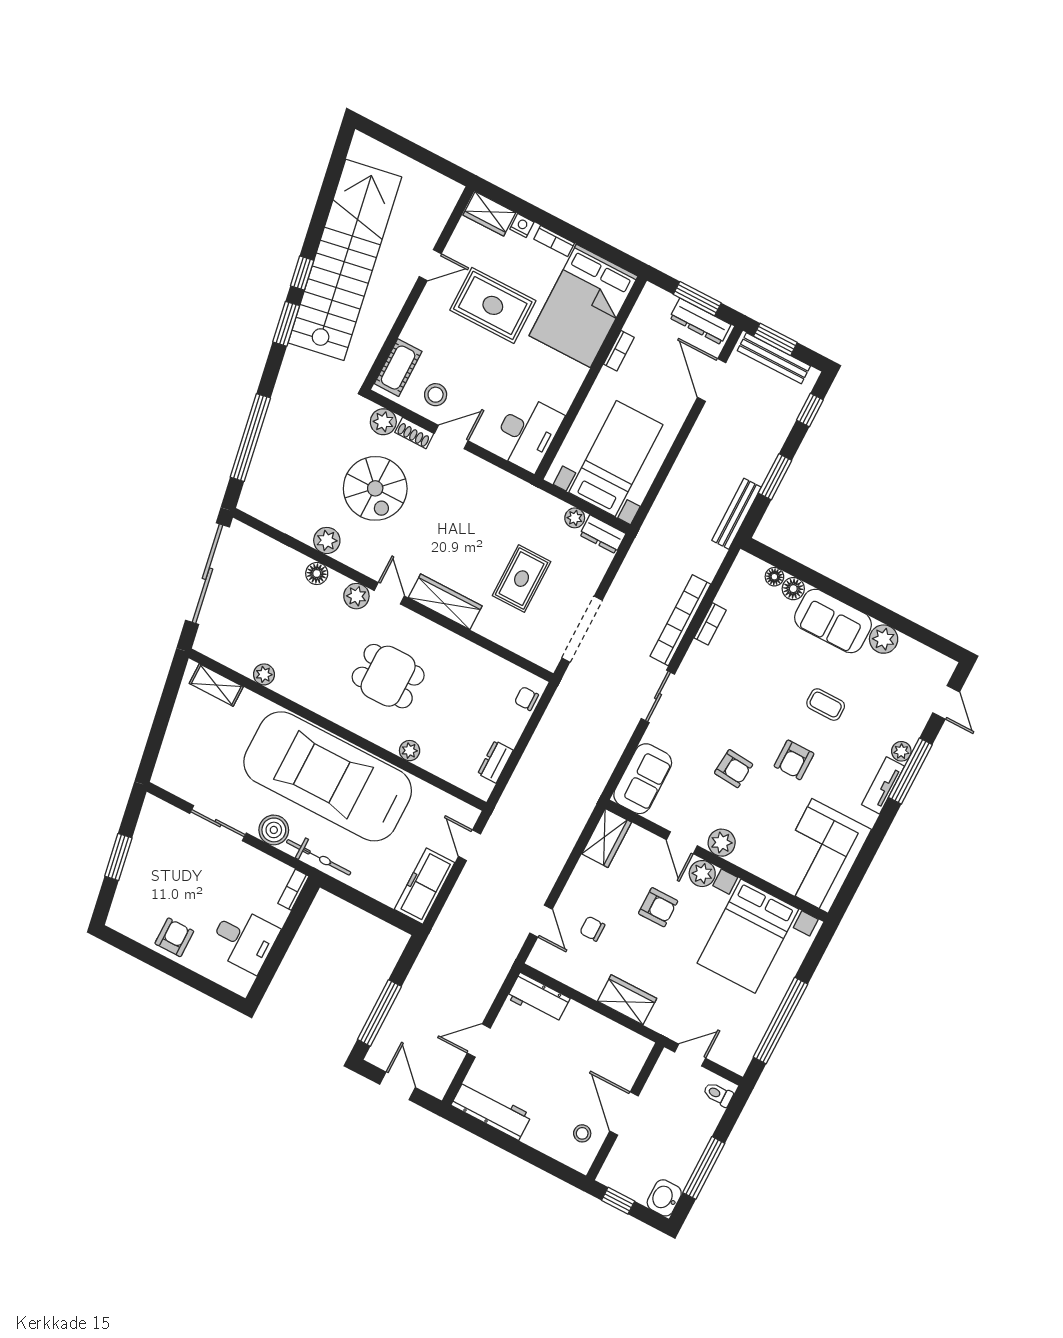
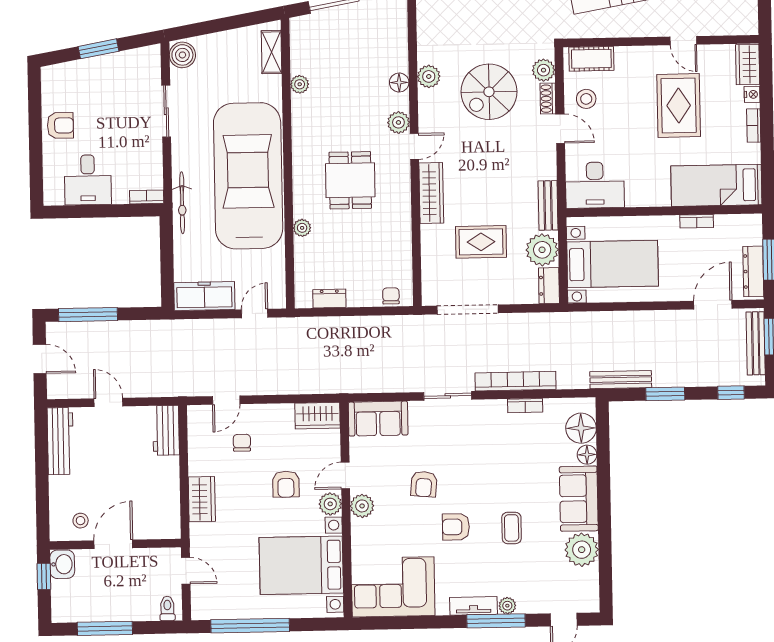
bed: (583, 306) -> (716, 185), width x0.67
bench: (522, 491) -> (548, 205), added
plant: (575, 518) -> (542, 250), width x1.87, depth x1.87
floor lamp: (774, 577) -> (581, 428), width x1.89, depth x1.89
plant: (884, 639) -> (582, 550), width x1.36, depth x1.36
boiler: (274, 830) -> (182, 55), moved
door: (398, 1086) -> (40, 359), hinge flipped
washbasin: (664, 1198) -> (62, 564), moved, turned 90

